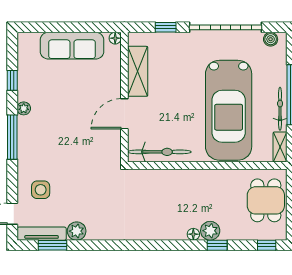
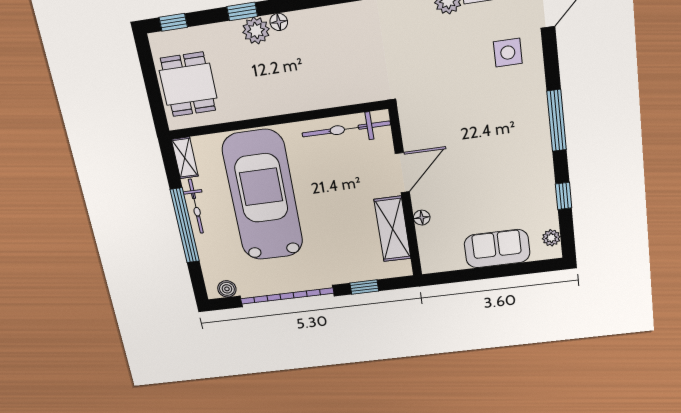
floor lamp: (115, 38) -> (422, 218), moved
sofa: (72, 46) -> (497, 249), width x0.73
plant: (24, 108) -> (551, 238), moved

